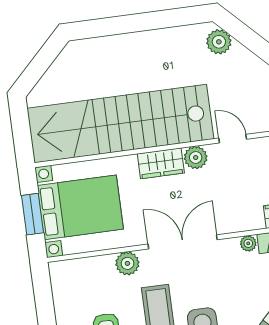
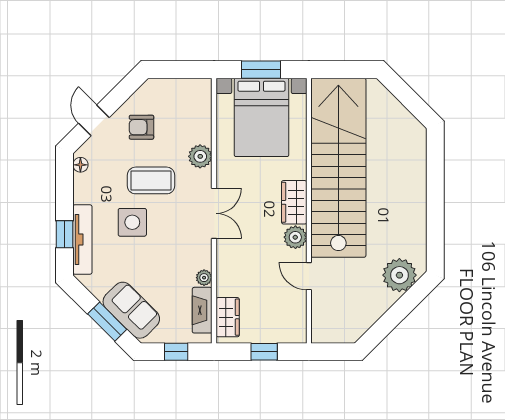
plant: (219, 42) -> (399, 275), width x1.36, depth x1.36
door: (233, 139) -> (309, 276), swing flipped
double door: (183, 242) -> (214, 213), width x0.73

